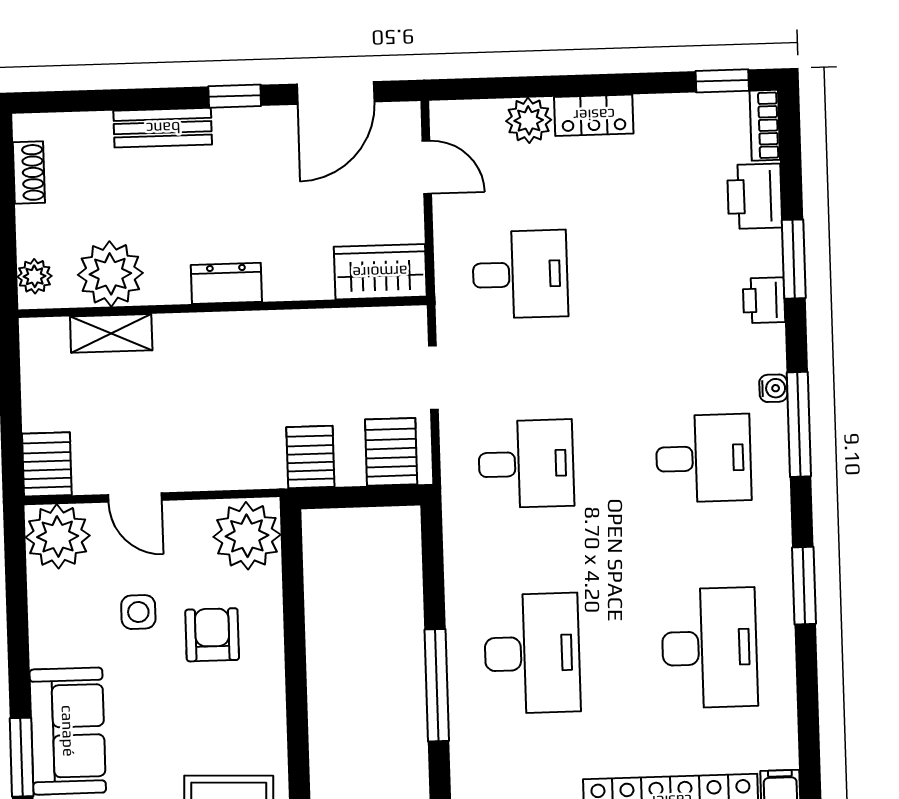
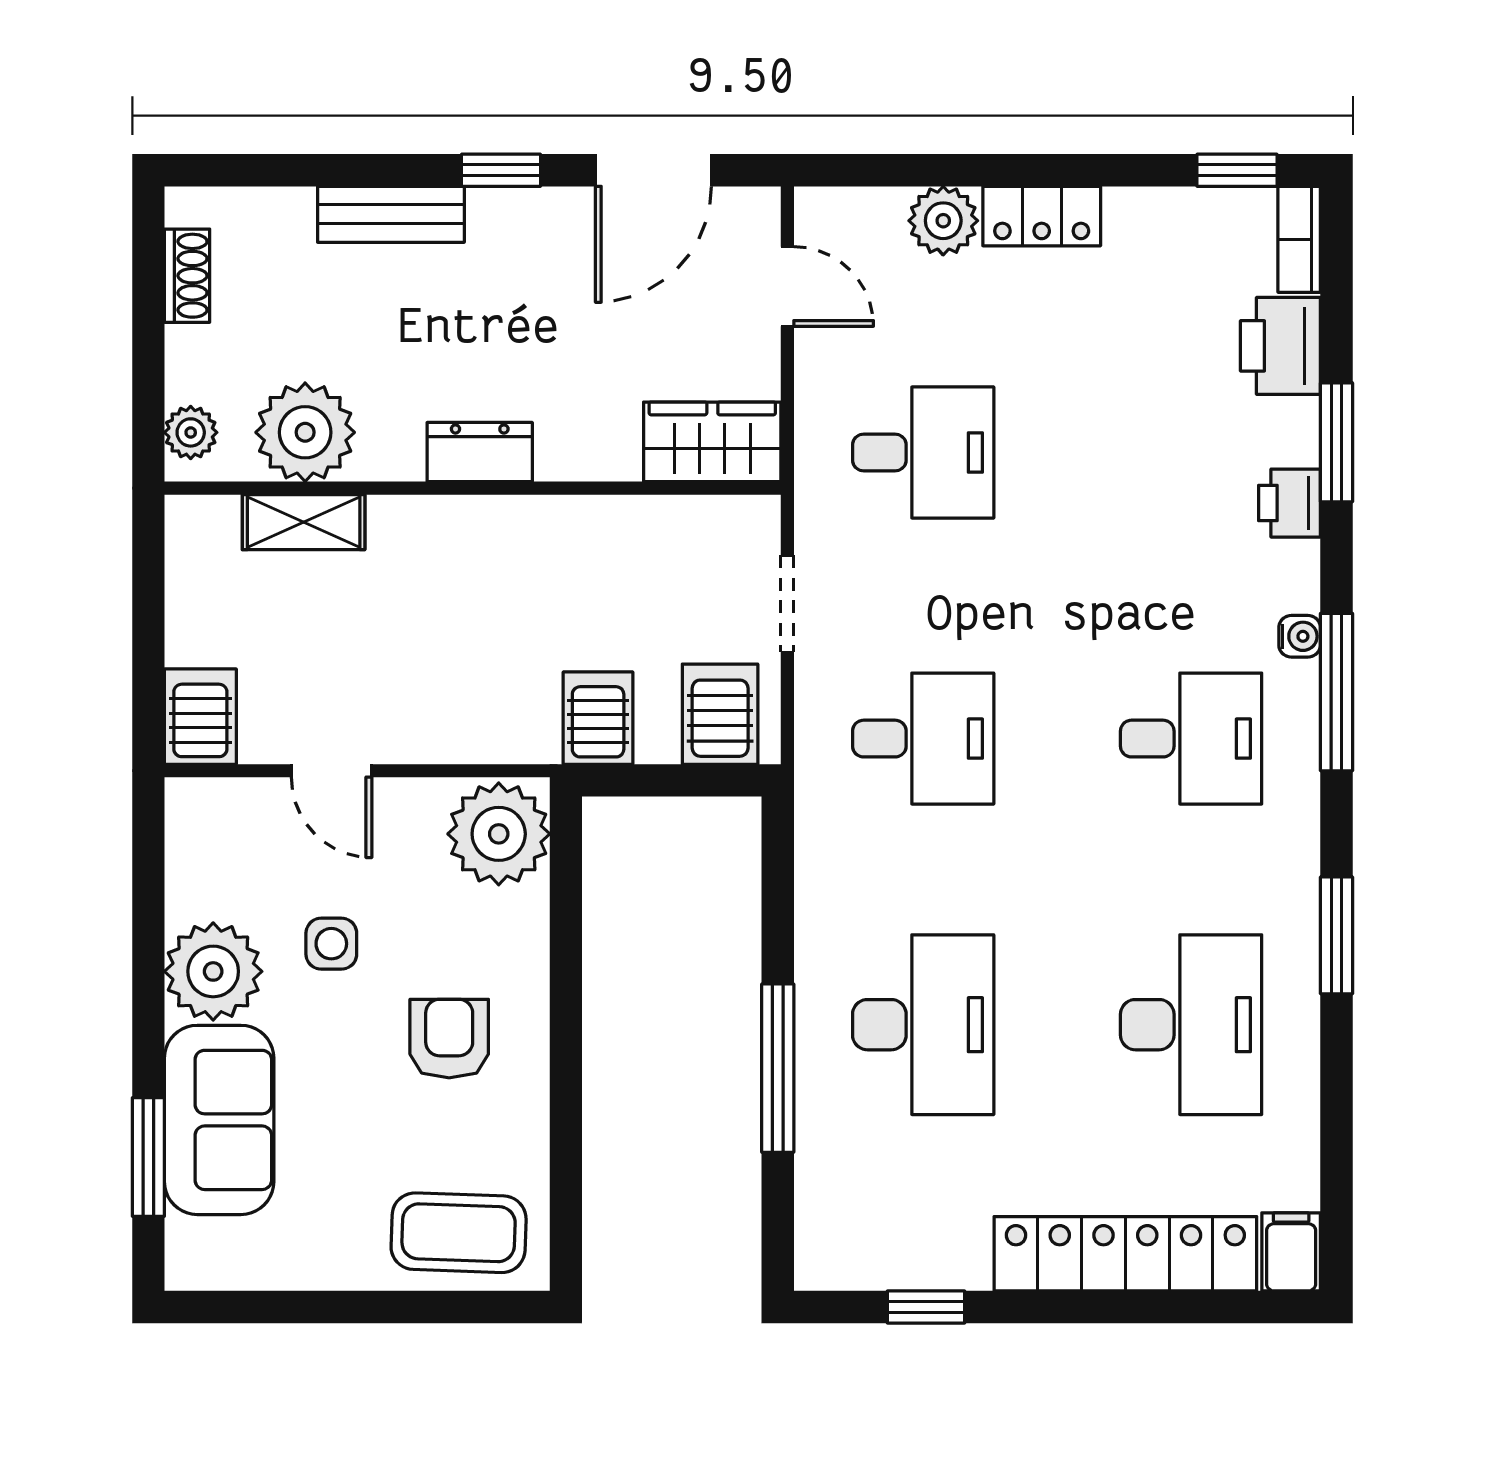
plant: (58, 536) -> (213, 971), moved
armchair: (212, 635) -> (449, 1039), moved

